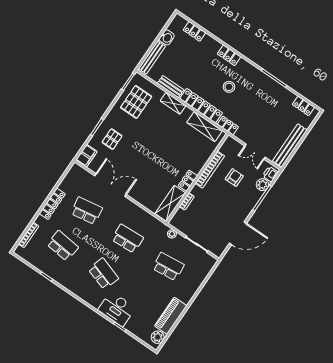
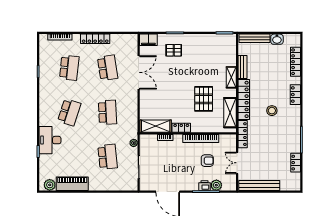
locker: (194, 31) -> (295, 62), width x1.53
pallet: (136, 102) -> (204, 99), moved, turned 90
locker: (303, 106) -> (296, 163), moved
locker: (228, 125) -> (243, 134), width x1.53
printer: (270, 174) -> (204, 186), moved

